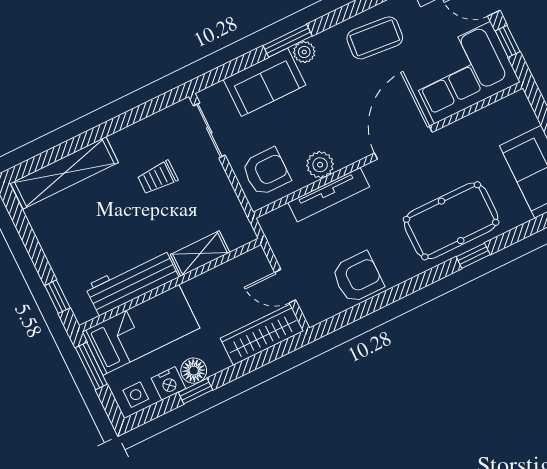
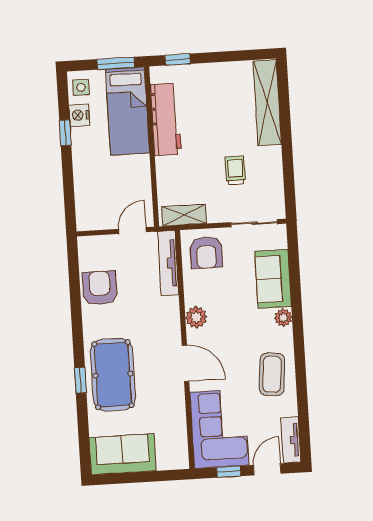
window: (288, 41) -> (297, 309), removed
door: (403, 143) -> (186, 363), width x0.73
plant: (320, 165) -> (196, 317), moved
tv unit: (329, 195) -> (168, 263), moved
shelving: (200, 254) -> (184, 215), moved, turned 90
armchair: (358, 277) -> (100, 288), turned 180
door: (285, 286) -> (132, 231), moved
wardrobe: (262, 335) -> (87, 199), removed
floor lamp: (194, 371) -> (81, 138), removed

